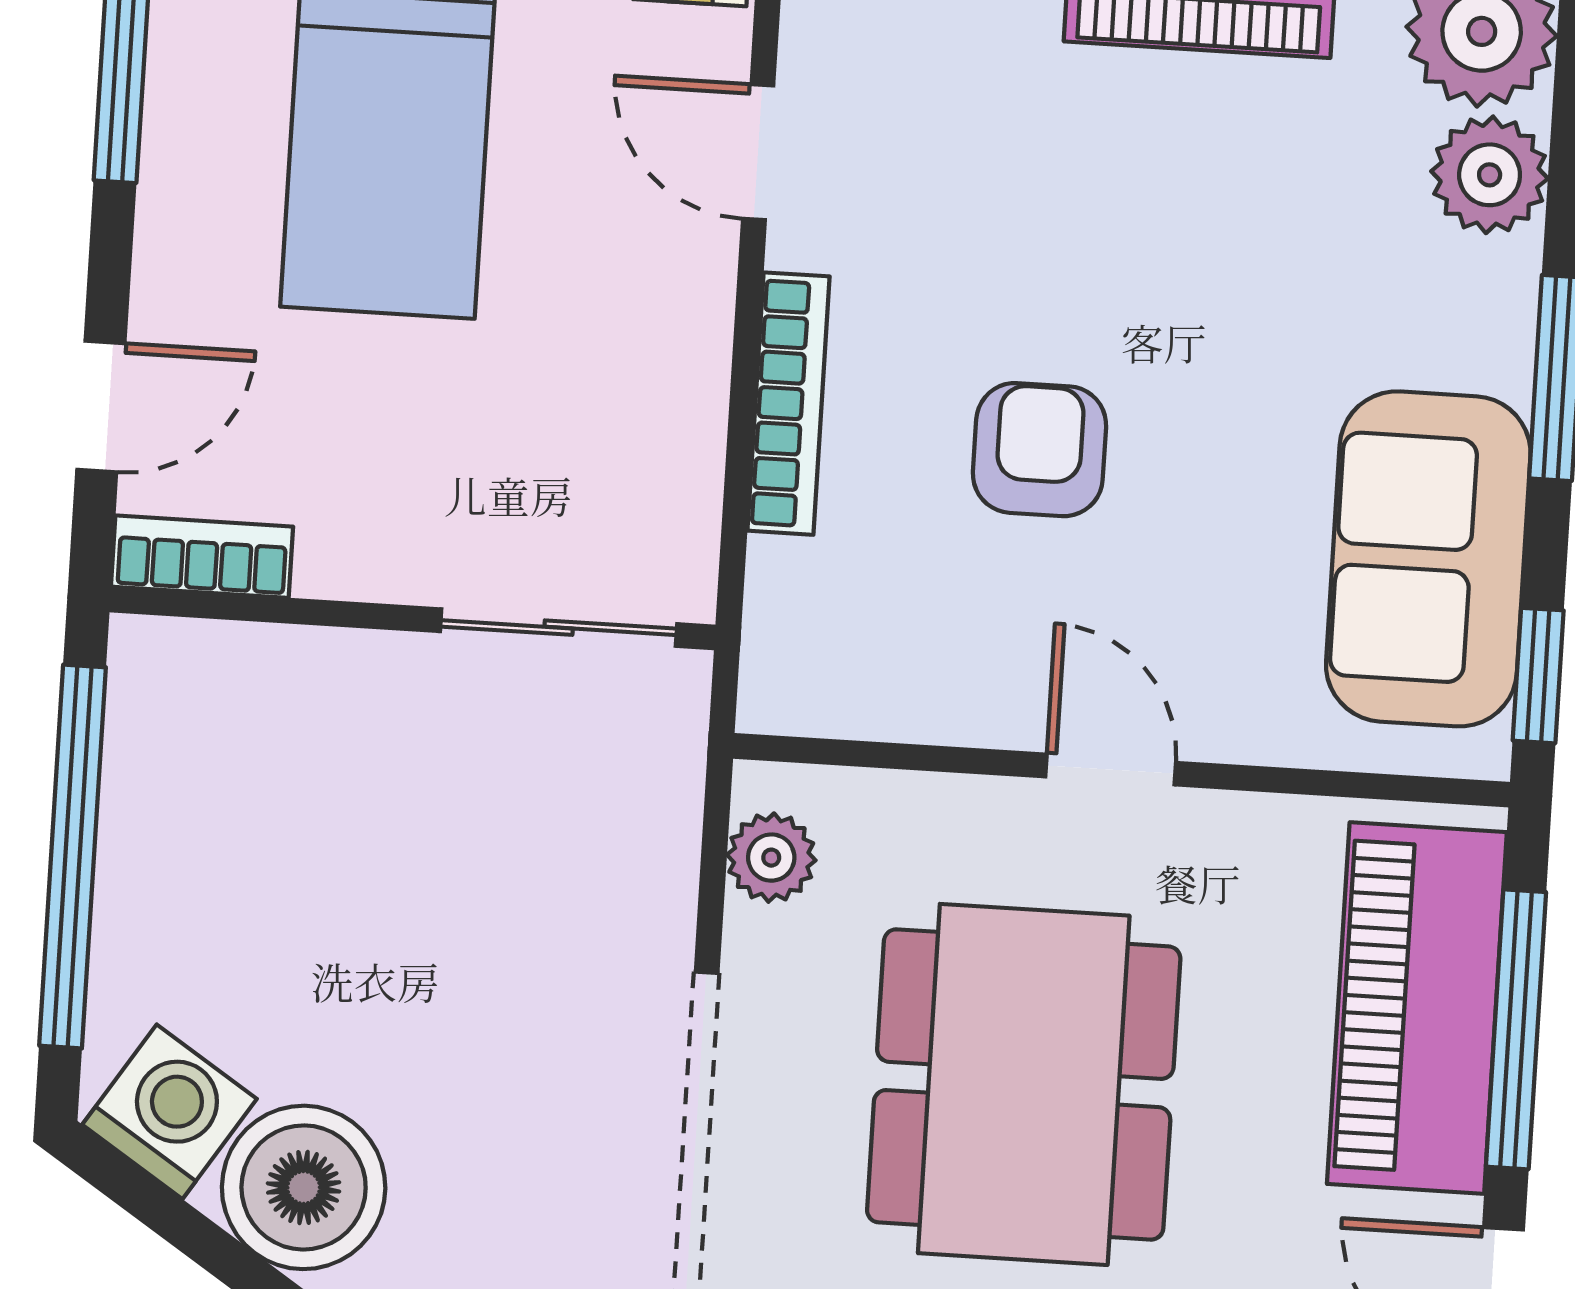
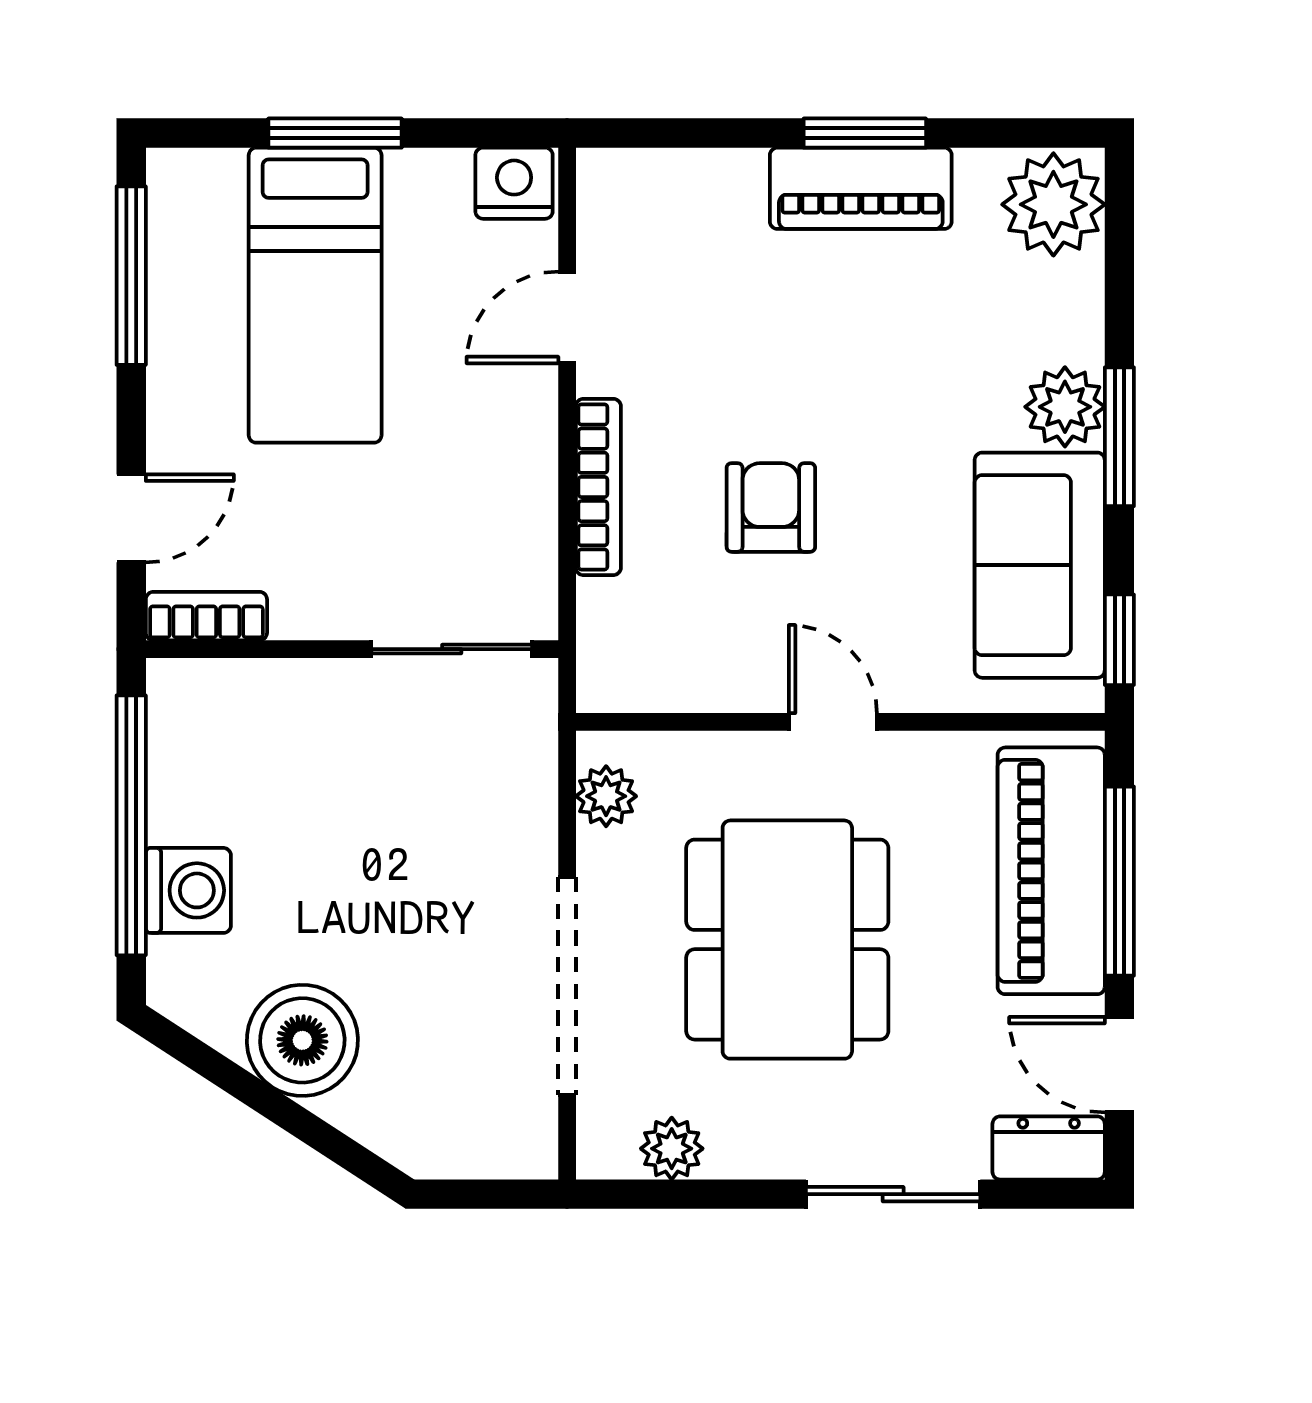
door: (758, 152) -> (567, 317), hinge flipped
plant: (1490, 175) -> (1065, 407), moved
washing machine: (170, 1112) -> (188, 890), moved, turned 57

